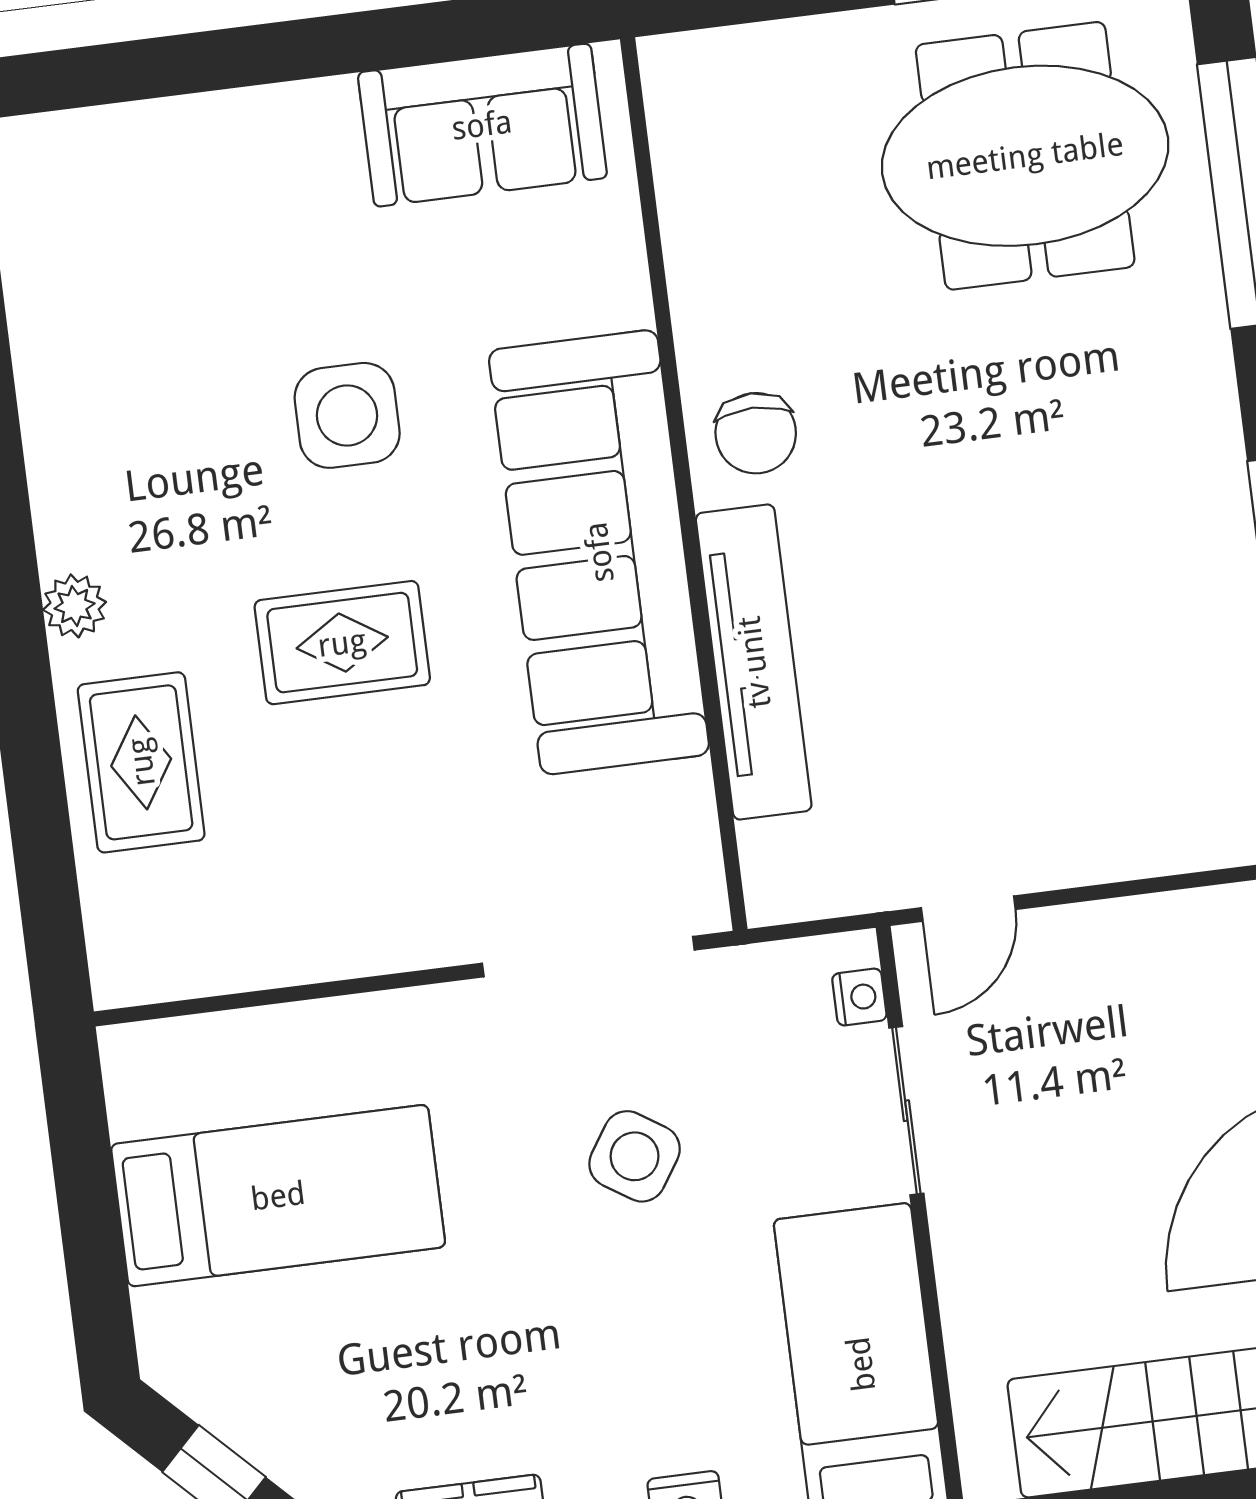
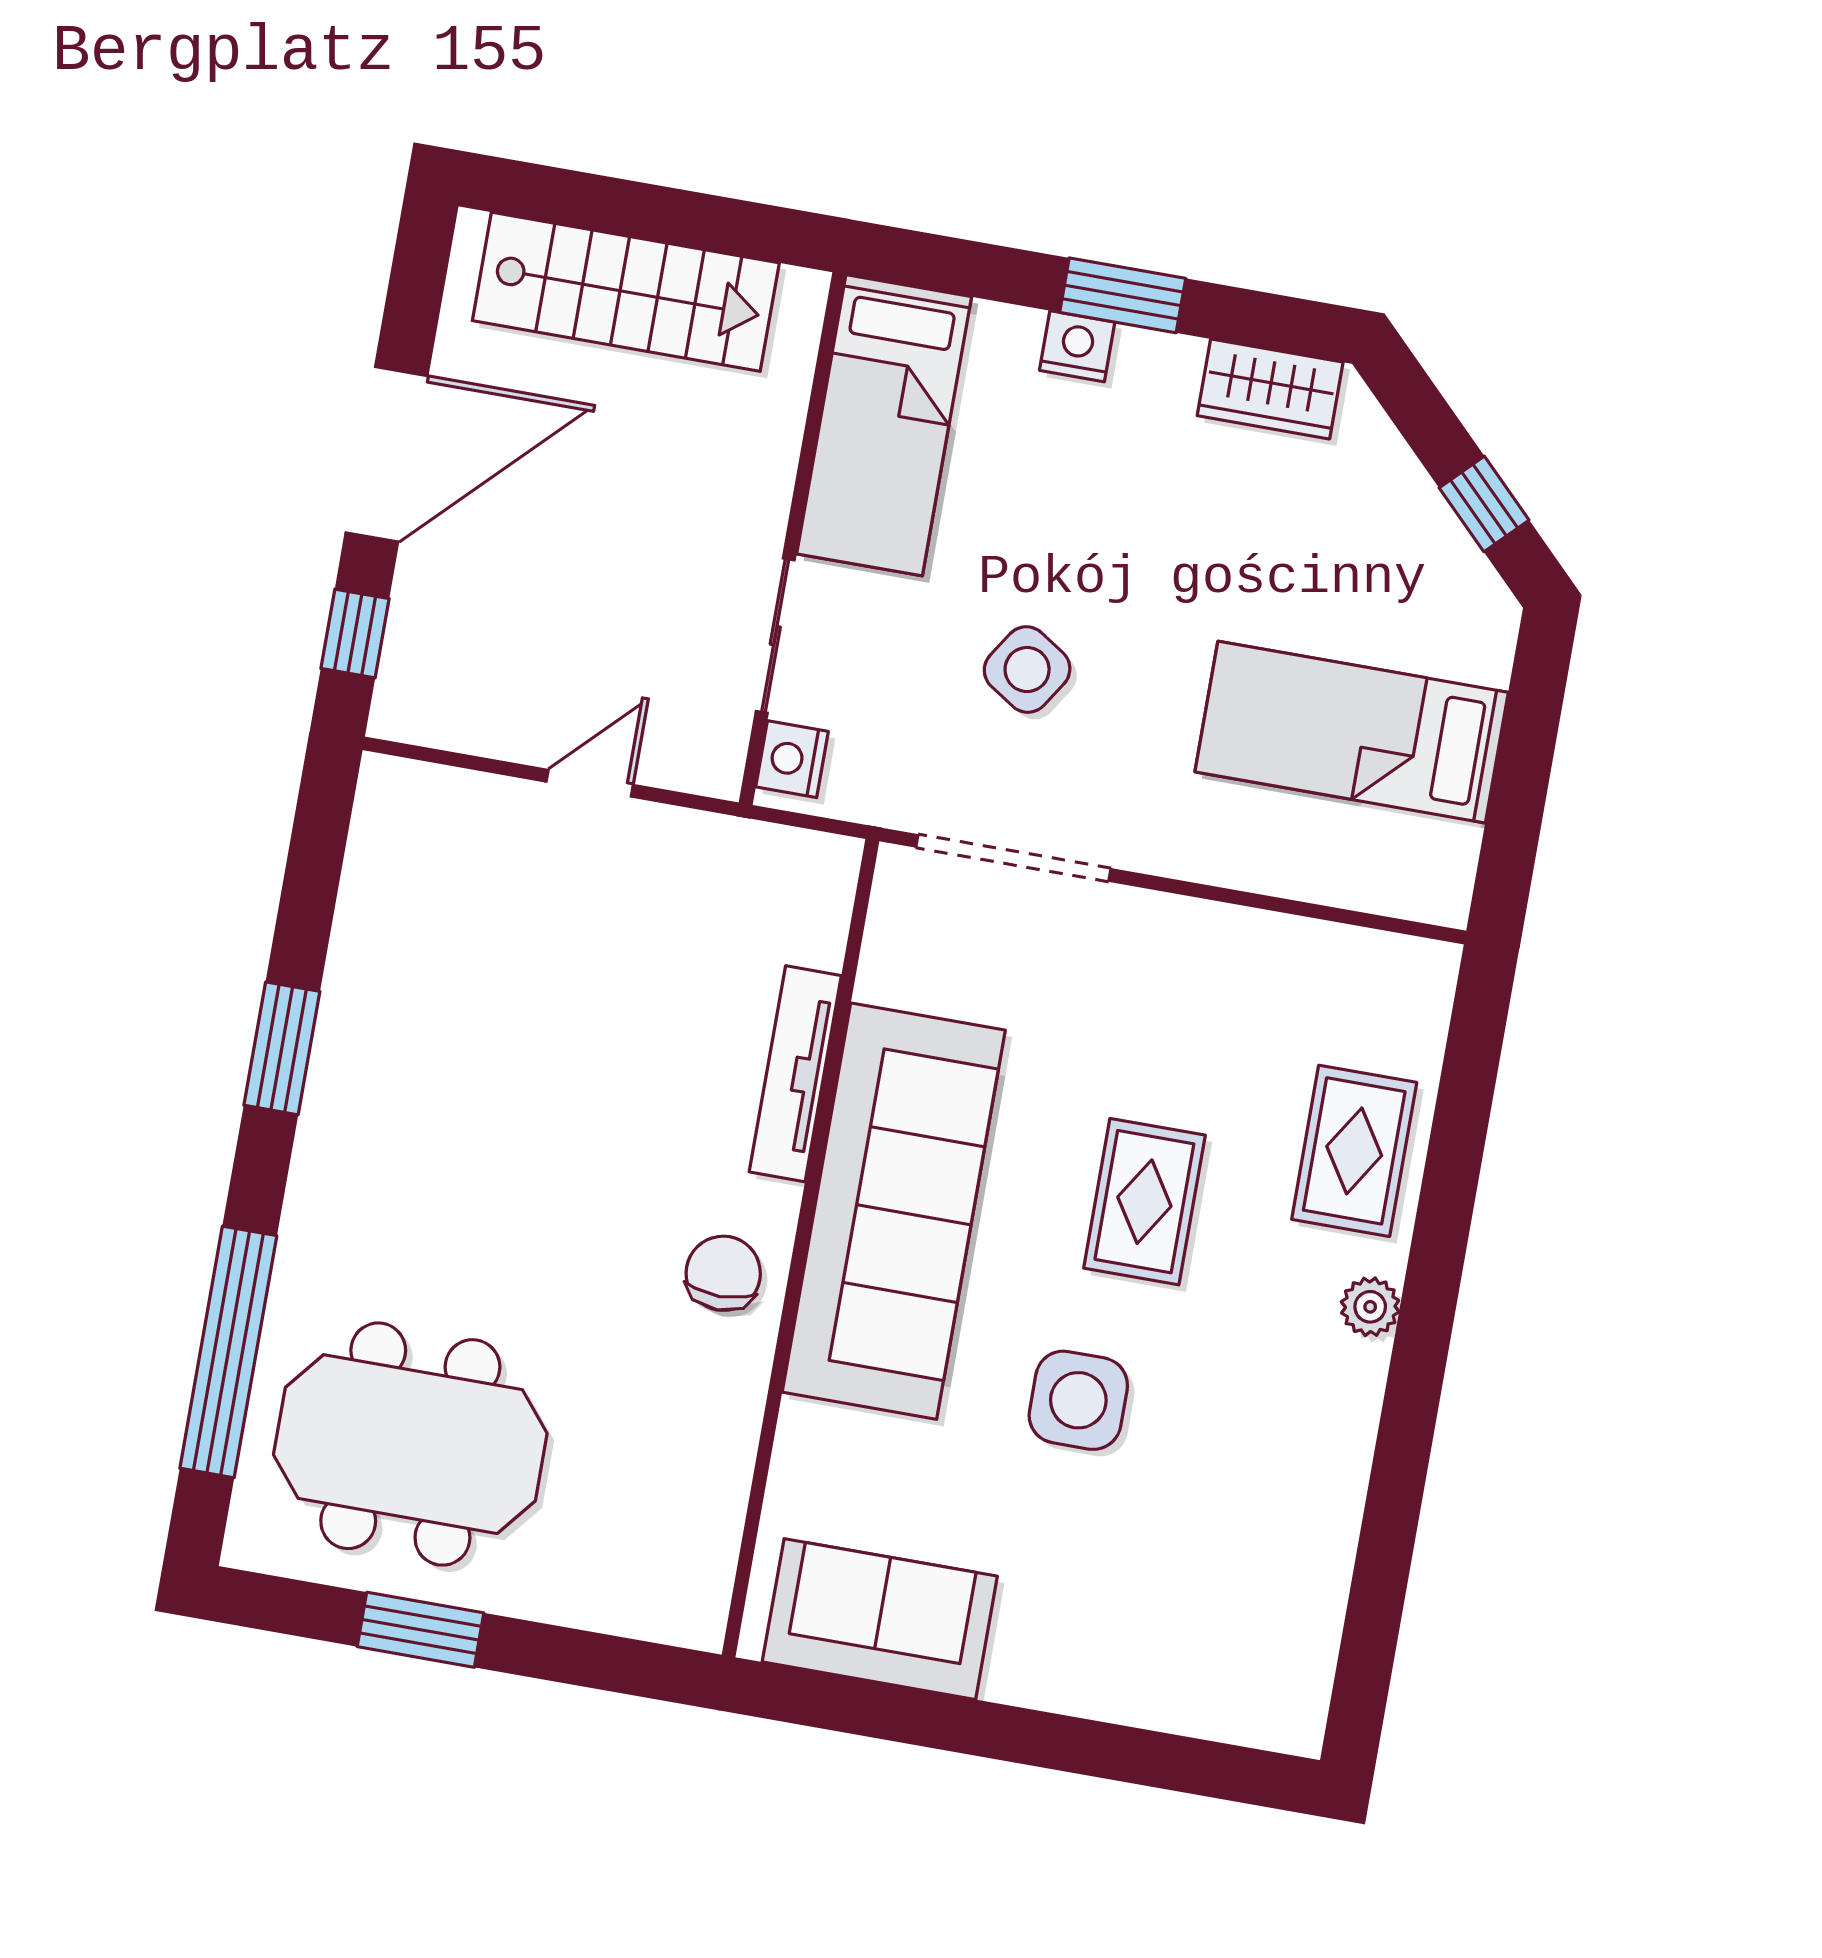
rug: (342, 643) -> (1144, 1202), turned 90
tv unit: (754, 662) -> (795, 1074), width x0.73, depth x0.78
door: (968, 909) -> (590, 783), moved
nightstand: (859, 997) -> (792, 759), width x1.39, depth x1.35

